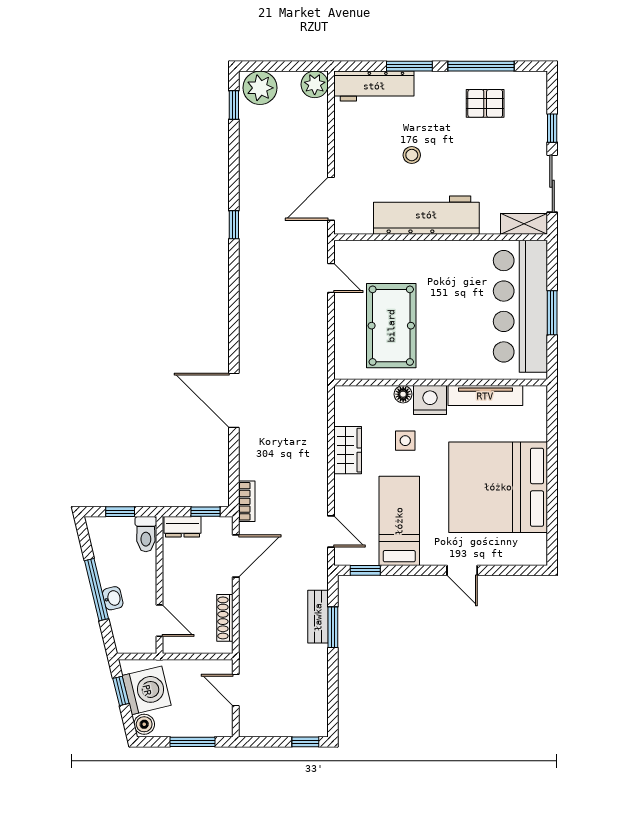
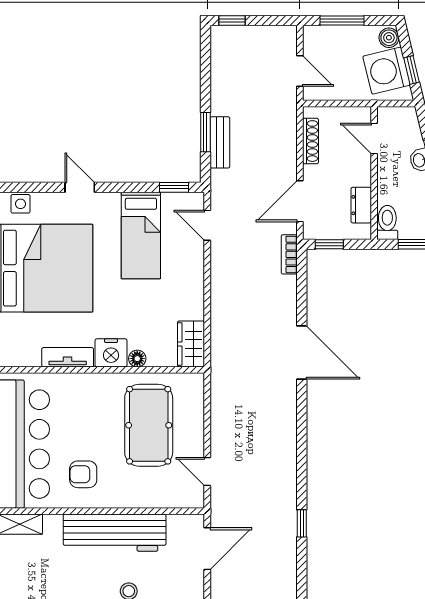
armchair: (459, 275) -> (83, 474), added
tv unit: (485, 396) -> (68, 357), width x0.71
side table: (405, 441) -> (20, 204), moved
wardrobe: (348, 450) -> (191, 344), moved
dresser: (183, 527) -> (361, 205), moved, turned -90

